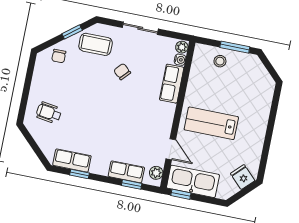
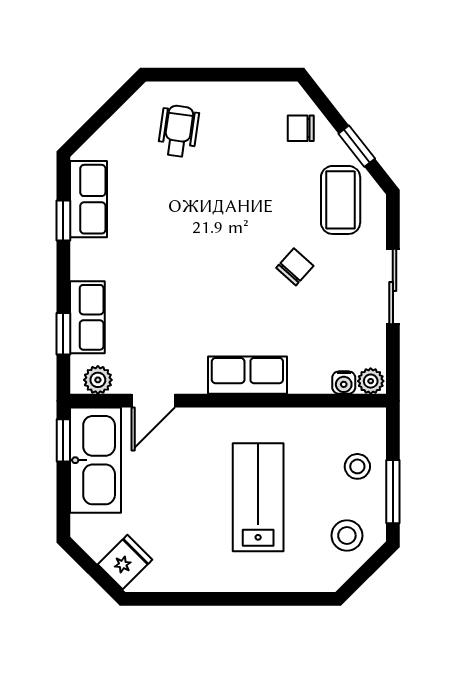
stool: (251, 72) -> (347, 536), added
row of seats: (172, 84) -> (247, 375), moved
lab bench: (211, 123) -> (258, 497), moved

